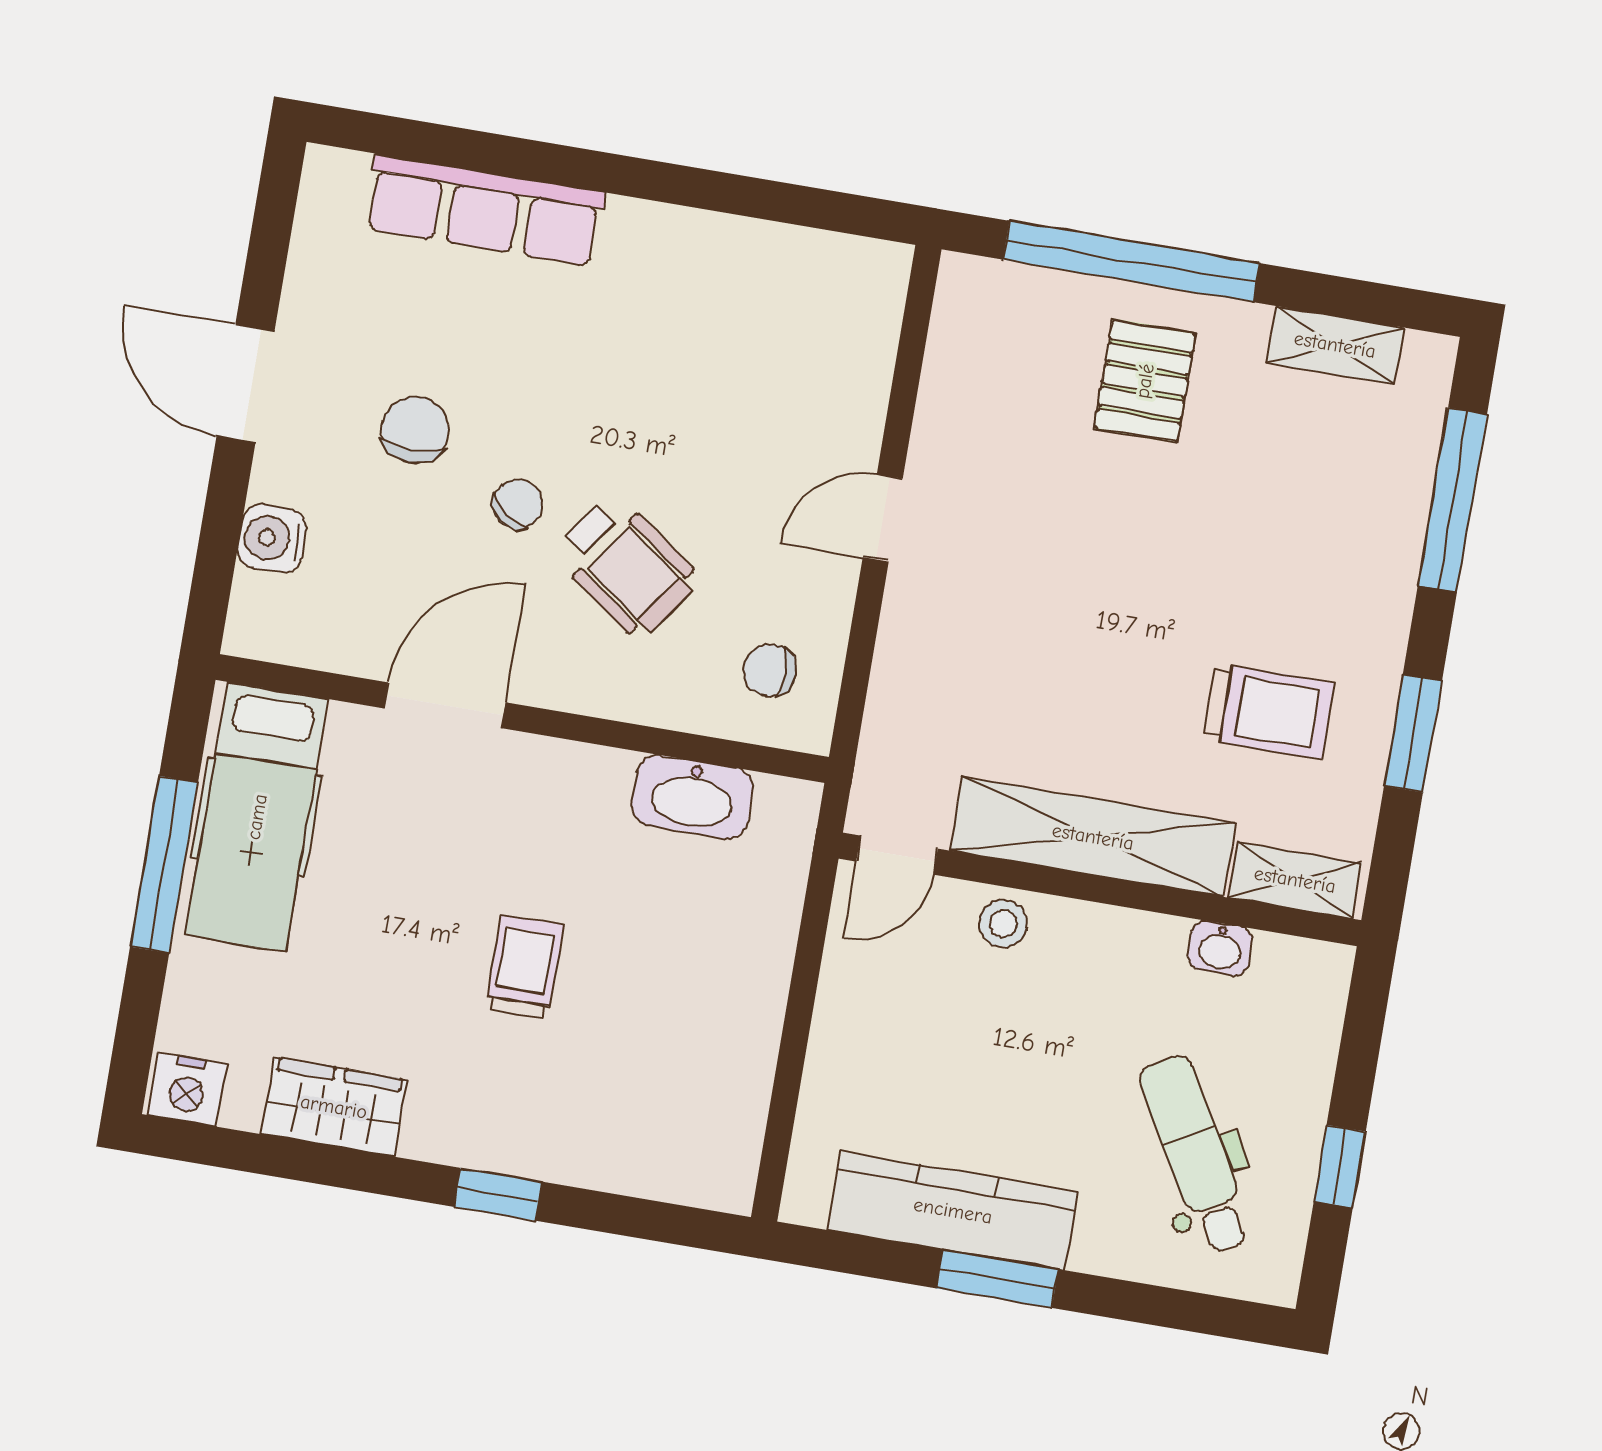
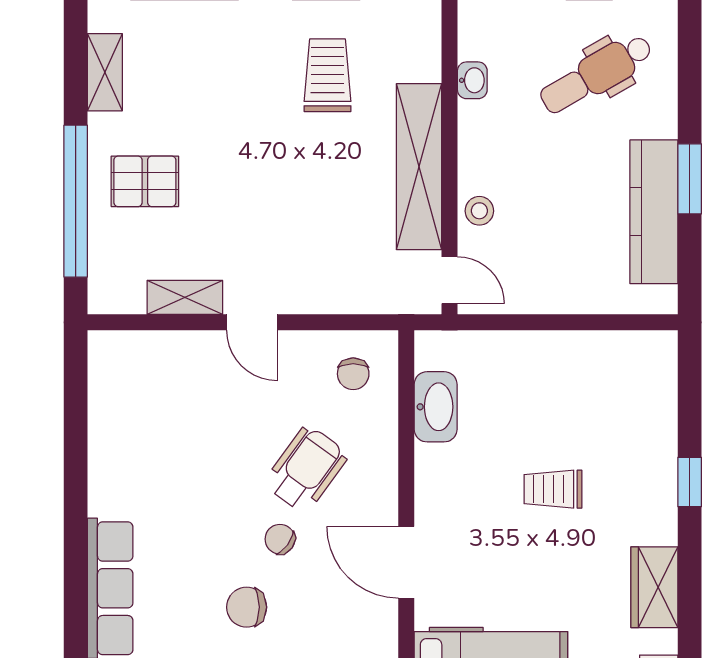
shelving: (1295, 880) -> (185, 297), moved, turned 90

